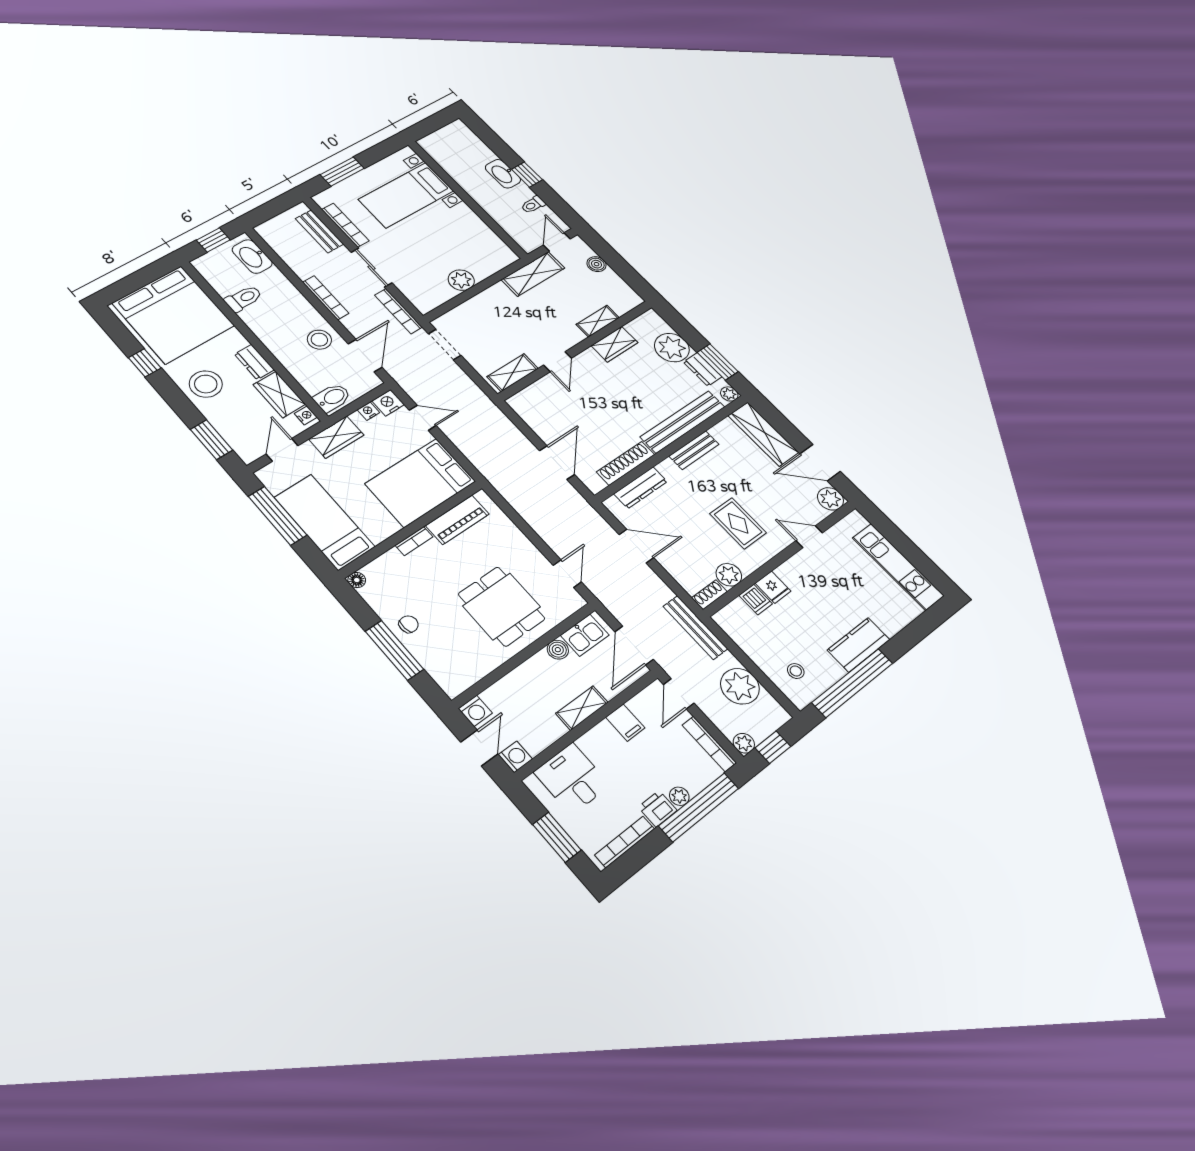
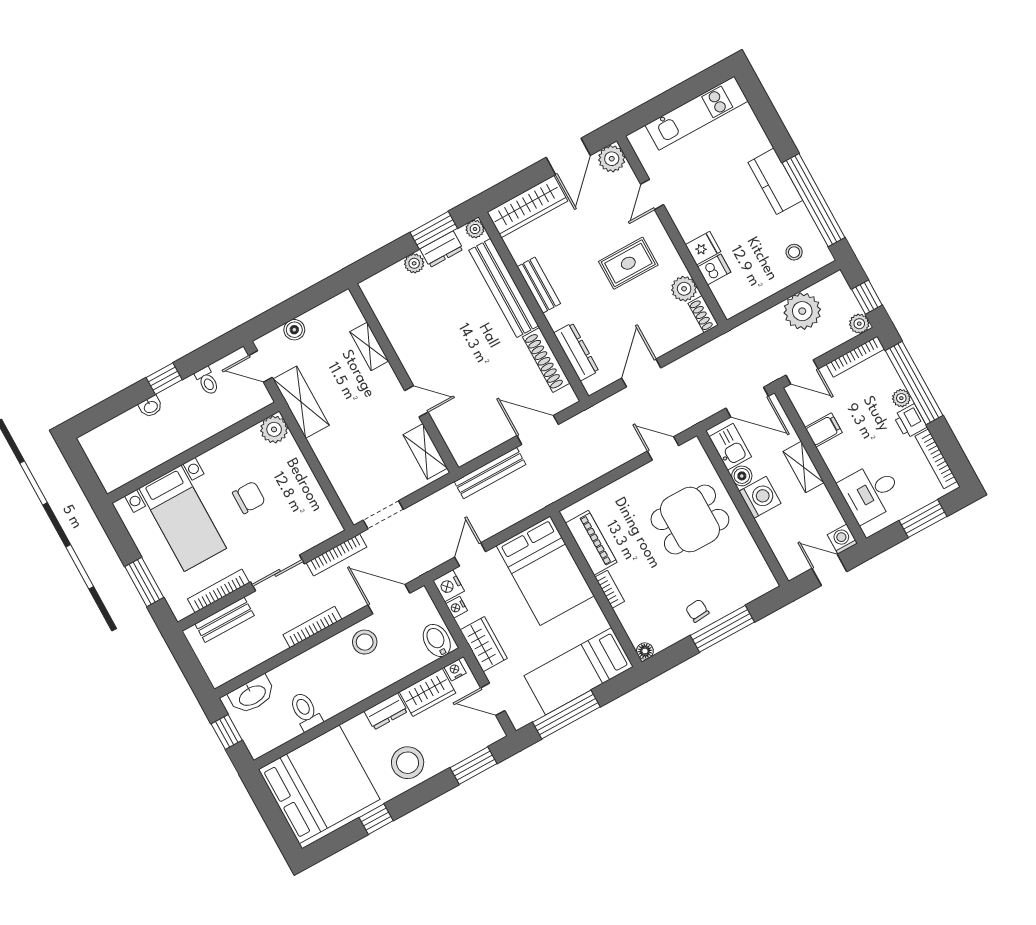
washbasin: (503, 174) -> (151, 407), width x0.52, depth x0.69
chair: (436, 242) -> (249, 497), added
plant: (461, 280) -> (274, 429), moved
wardrobe: (614, 344) -> (400, 336), removed
plant: (672, 348) -> (414, 263), width x0.53, depth x0.53
bench: (695, 627) -> (490, 473), moved
washing machine: (475, 711) -> (760, 497), moved, width x1.38, depth x1.38

